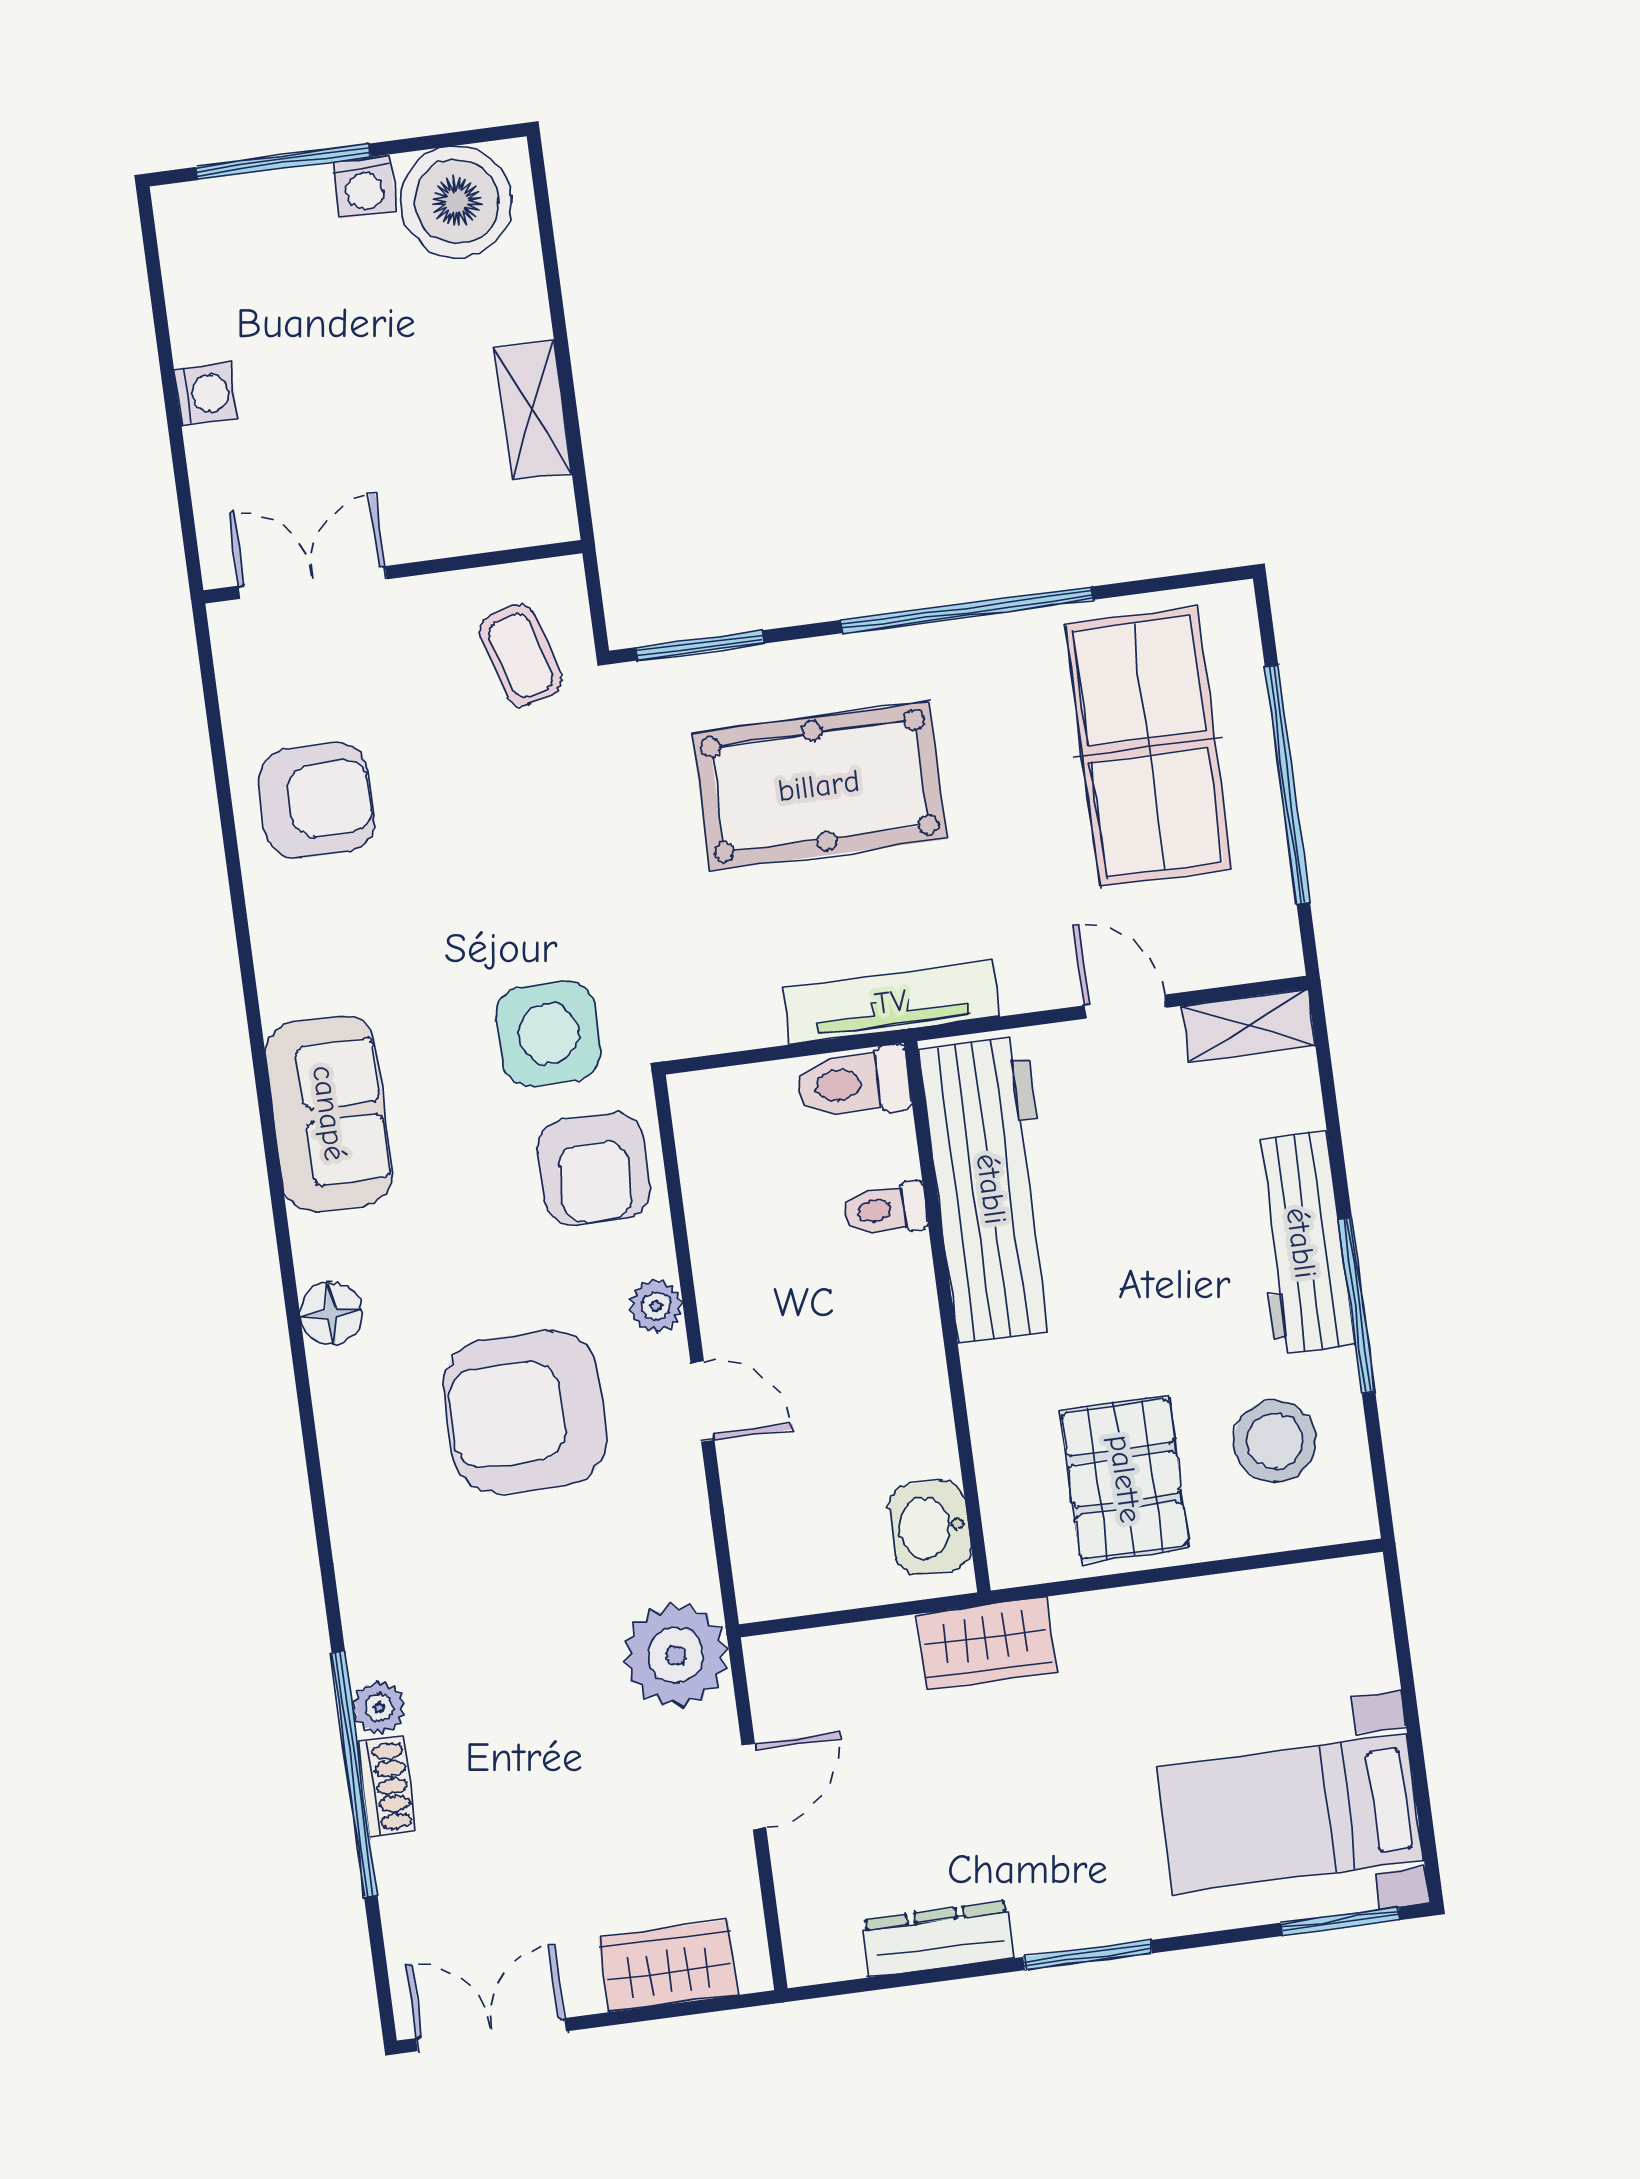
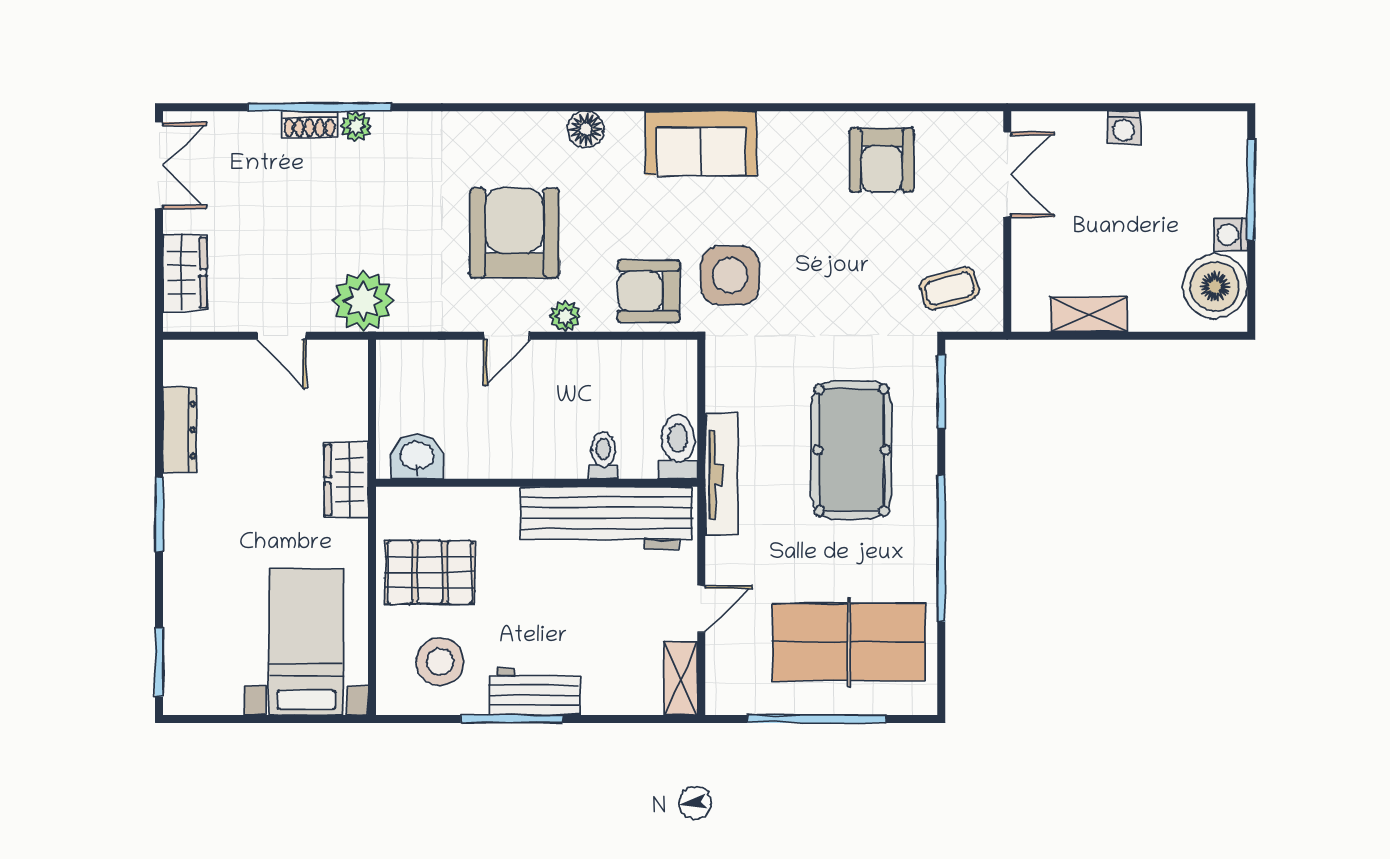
workbench: (1301, 1243) -> (535, 692), width x0.73
bed with nightstands: (1290, 1813) -> (306, 642), moved

